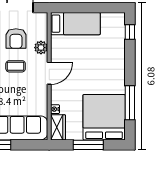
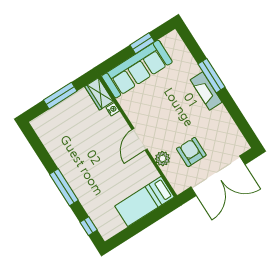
coffee table: (16, 66) -> (175, 126), removed
window: (130, 103) -> (64, 187), moved
bed: (104, 117) -> (62, 131), removed

